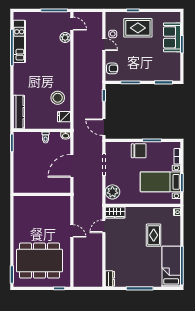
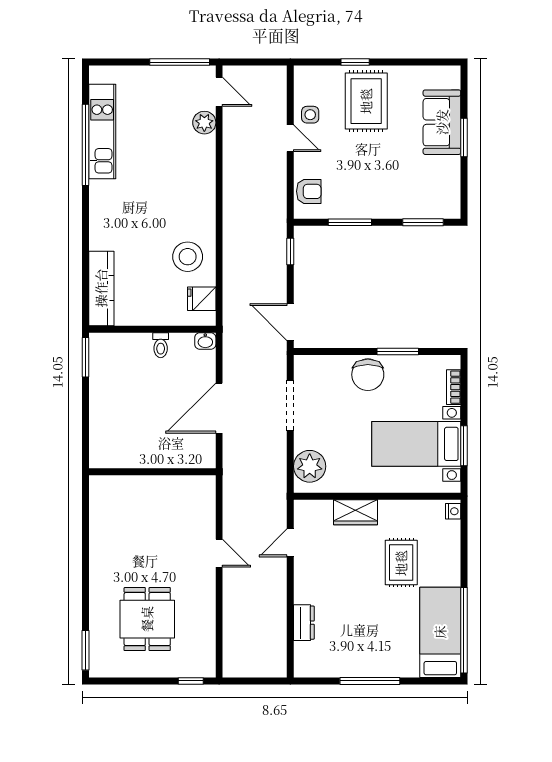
rug: (138, 28) -> (366, 101), turned 90
chair: (139, 151) -> (368, 375), turned 90
wardrobe: (115, 213) -> (356, 512), moved
dining table: (40, 261) -> (147, 619), width x0.53, depth x0.80
dresser: (110, 279) -> (304, 623), moved

